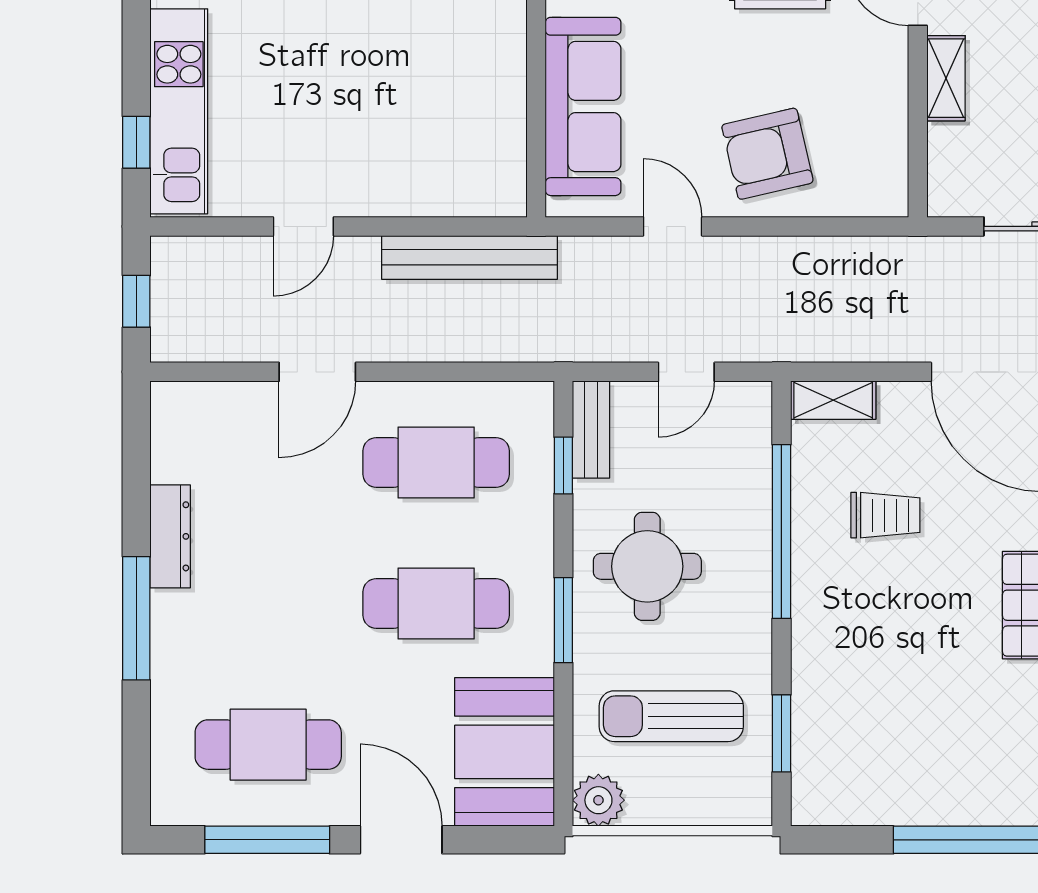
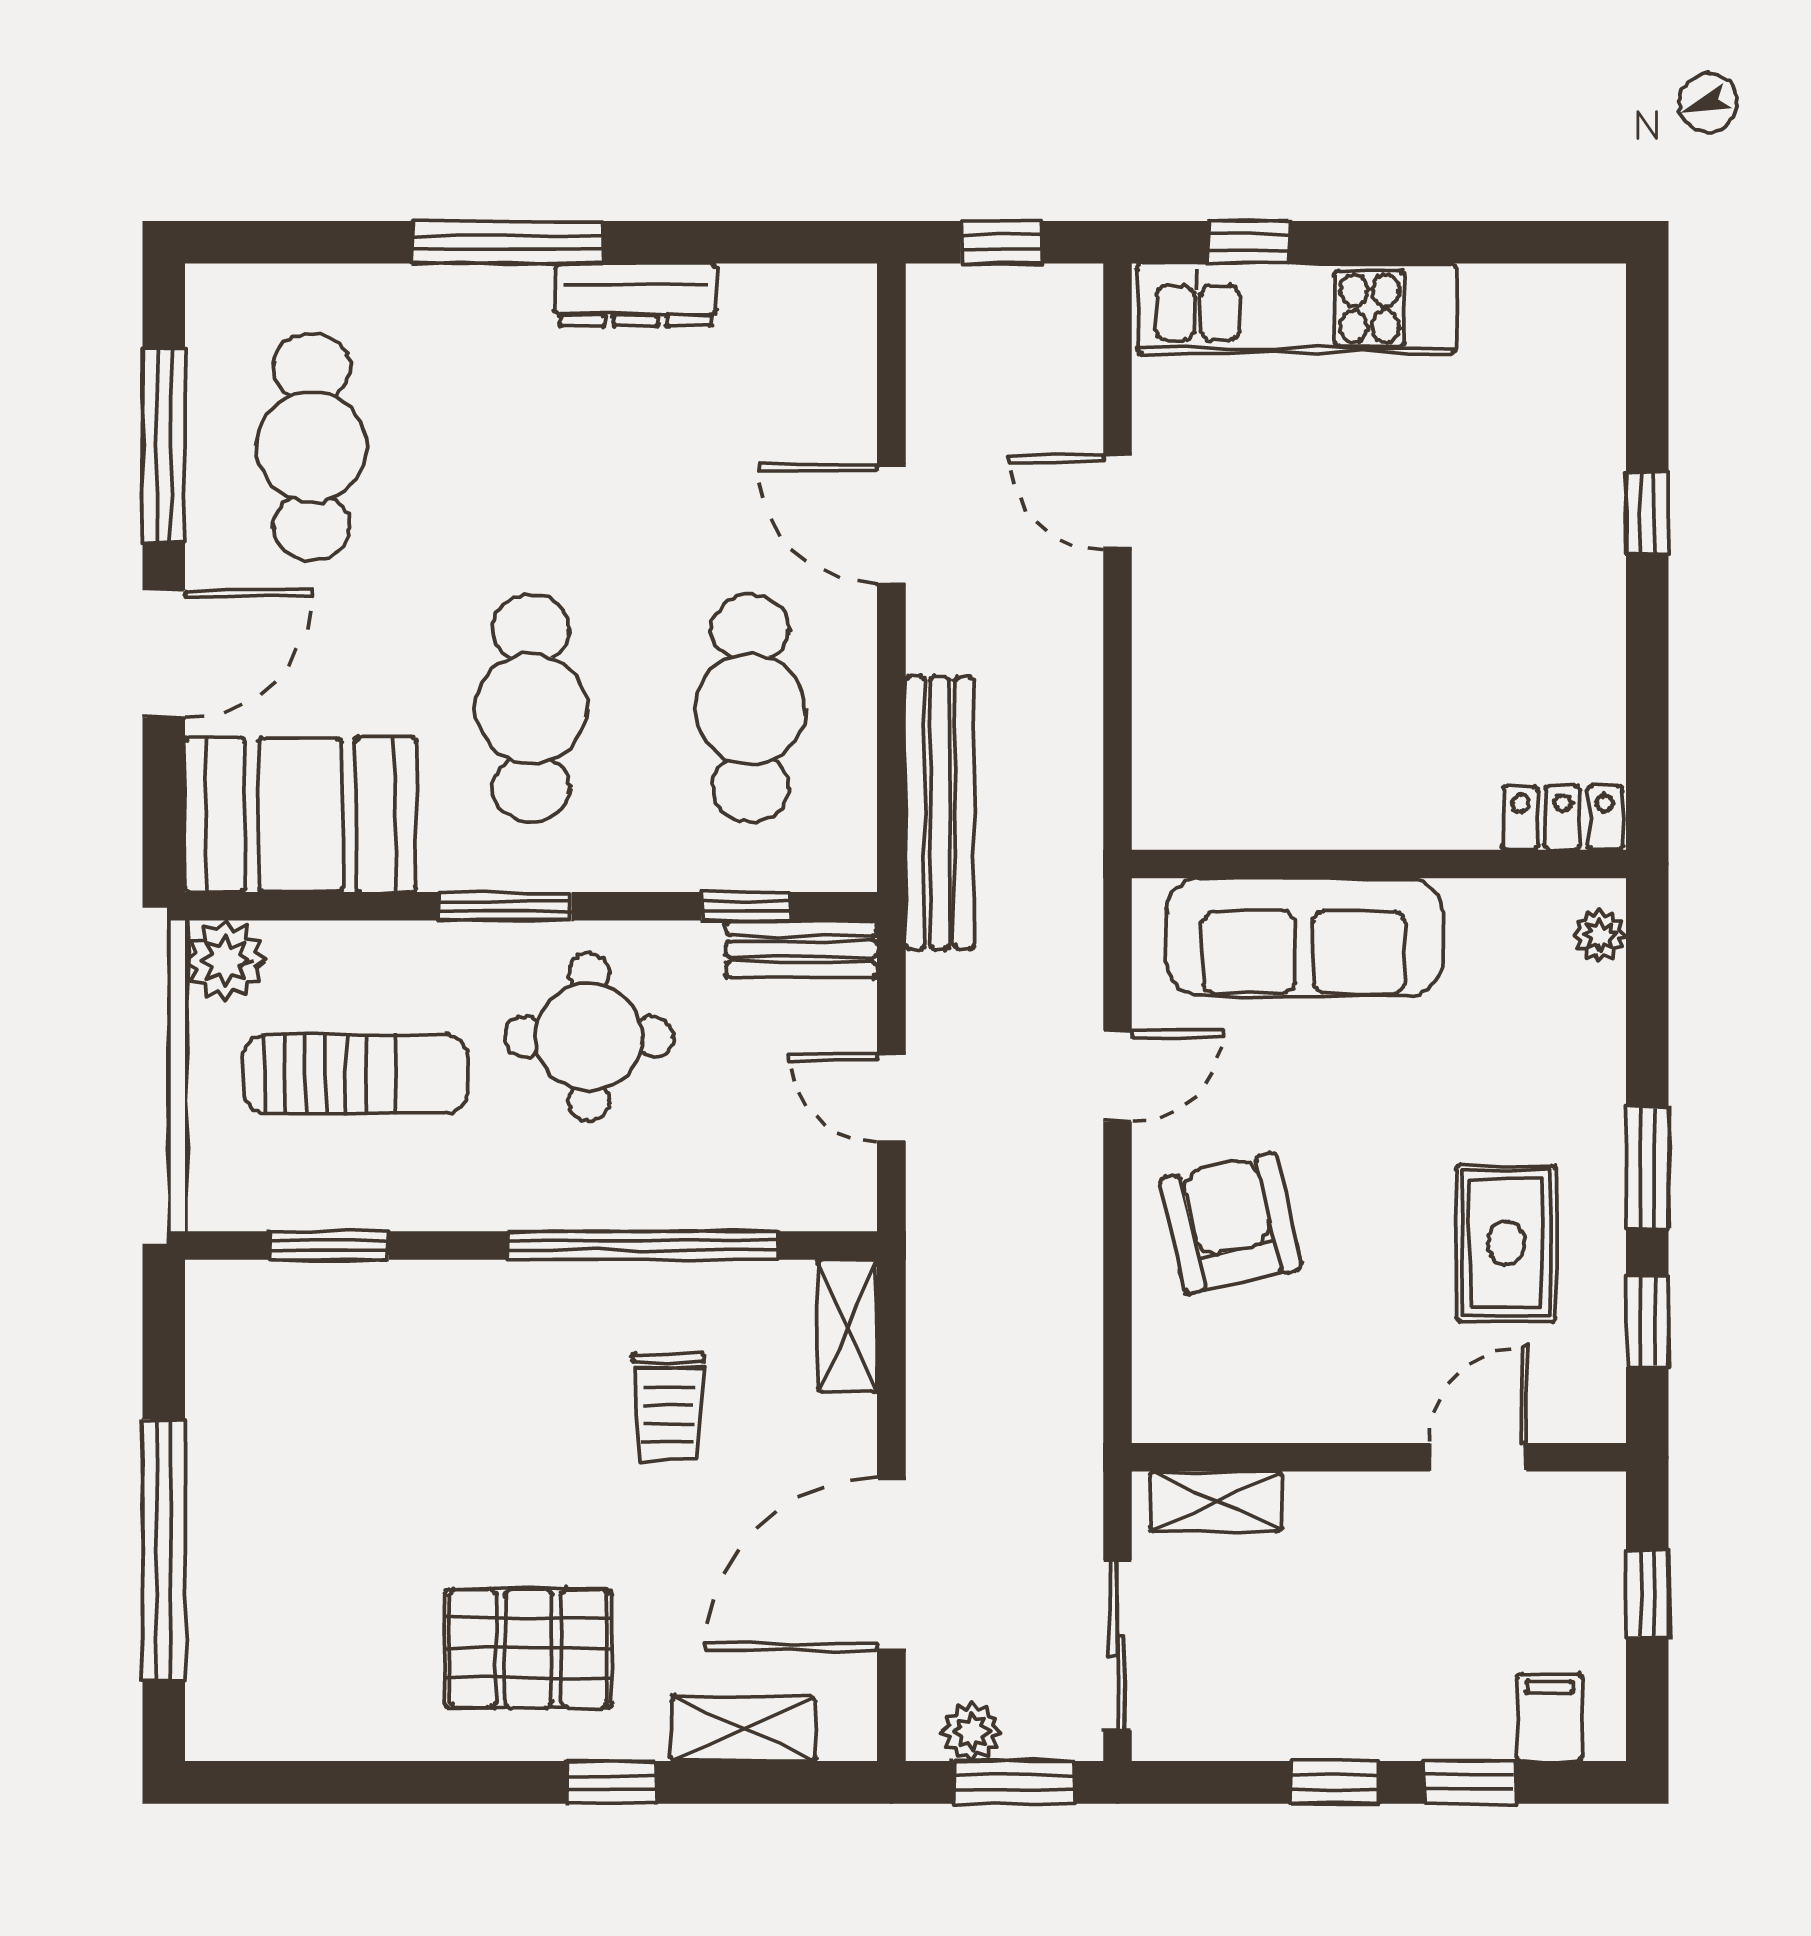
shelving: (946, 78) -> (1216, 1501), moved
bench: (469, 257) -> (940, 813), moved
sun lounger: (671, 716) -> (356, 1074), turned 90

